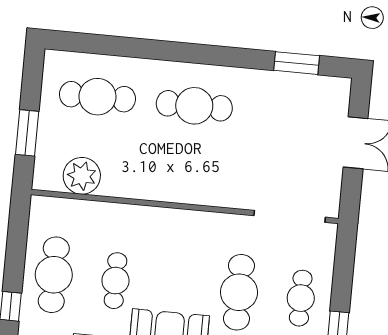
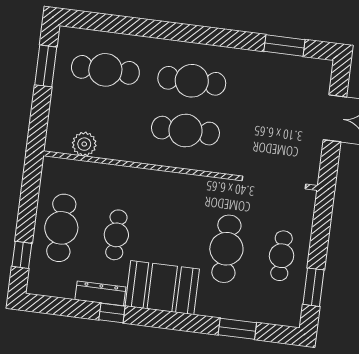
window: (27, 133) -> (46, 66), moved
cafe table: (189, 162) -> (185, 131), added
plant: (82, 176) -> (84, 144), width x0.73, depth x0.73

